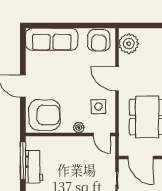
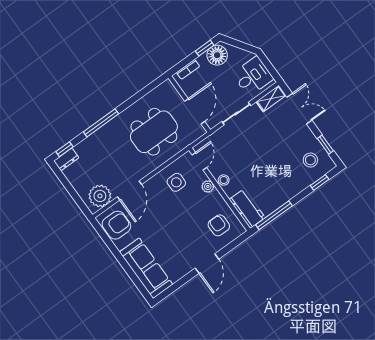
door: (117, 79) -> (129, 191), moved
armchair: (45, 115) -> (219, 225), width x0.53, depth x0.53
stool: (75, 142) -> (224, 180), added
workbench: (34, 167) -> (247, 209), moved, turned 90

